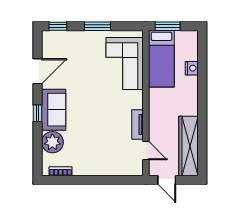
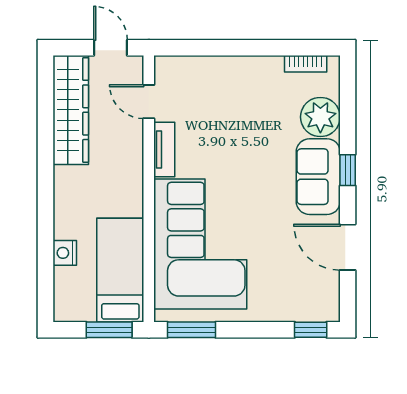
window: (98, 26) -> (191, 330), moved
corner sofa: (125, 64) -> (200, 244), width x1.36, depth x1.36
door: (38, 71) -> (348, 247), hinge flipped

